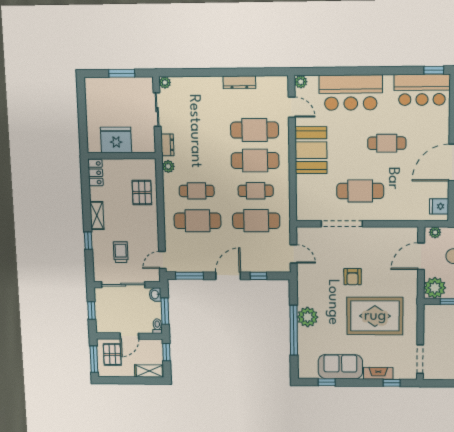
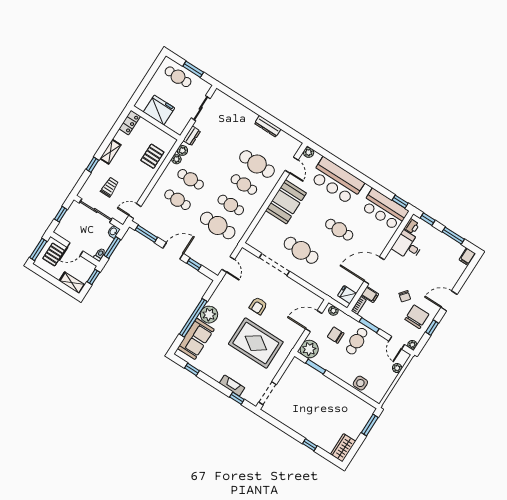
plant: (165, 83) -> (176, 159), moved
cafe table: (112, 92) -> (178, 77), added
cafe table: (255, 161) -> (244, 184), width x0.73, depth x0.74
cafe table: (197, 221) -> (177, 200), width x0.73, depth x0.74
sofa: (340, 367) -> (196, 339), moved, turned 90

